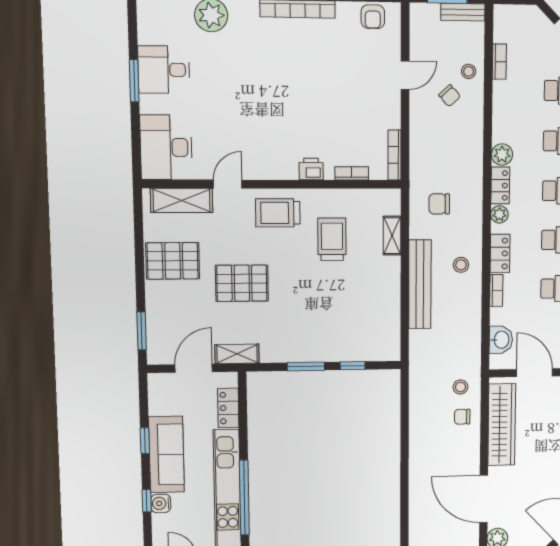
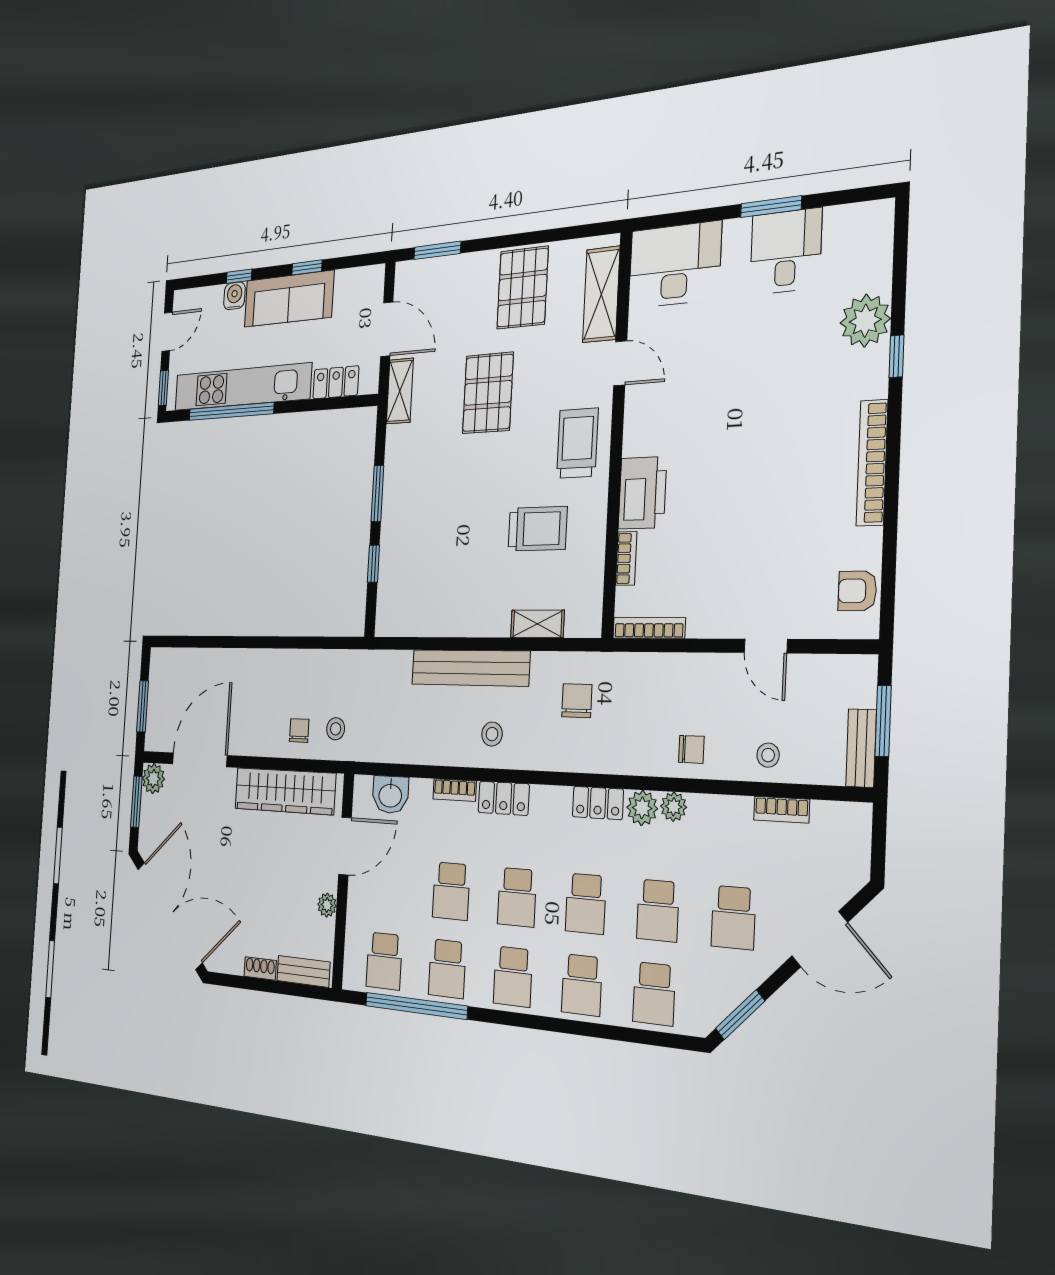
chair: (450, 96) -> (691, 749), moved, turned -138
printer: (311, 169) -> (642, 493), width x1.87, depth x1.48
plant: (499, 214) -> (674, 807), moved

